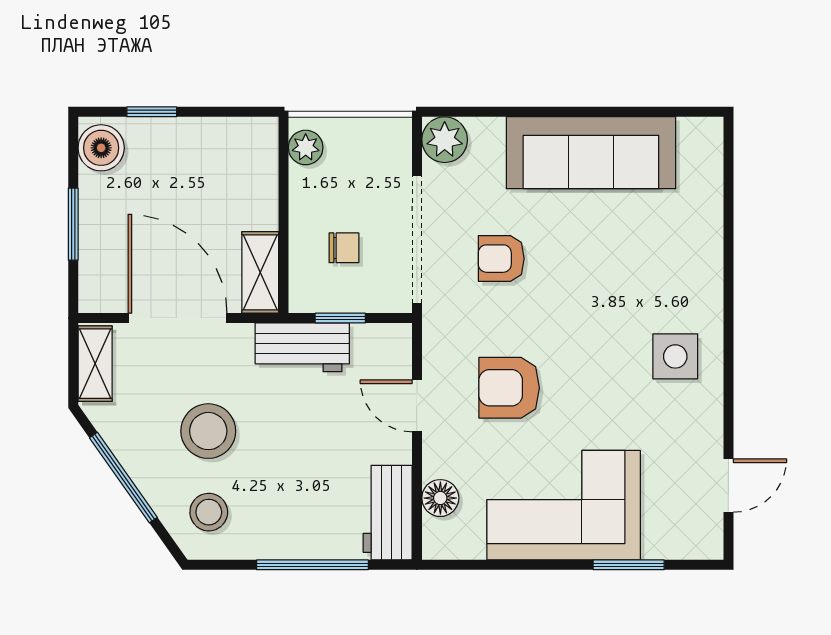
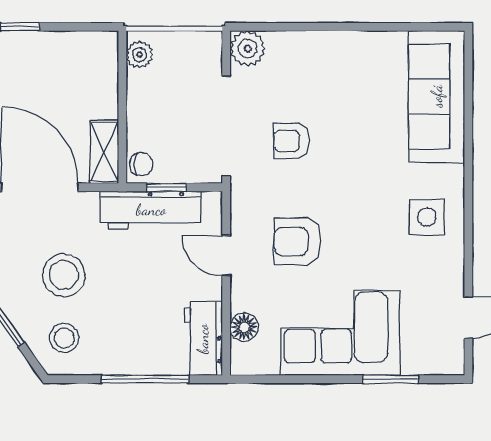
sofa: (591, 153) -> (437, 96), moved, turned 90
chair: (344, 248) -> (141, 164), moved
workbench: (302, 347) -> (151, 210), width x1.38

